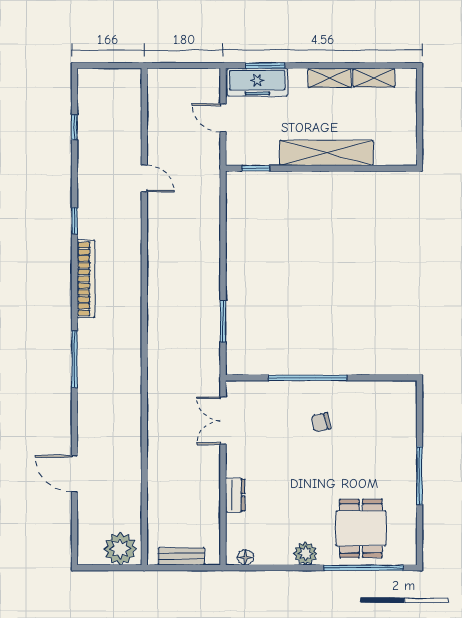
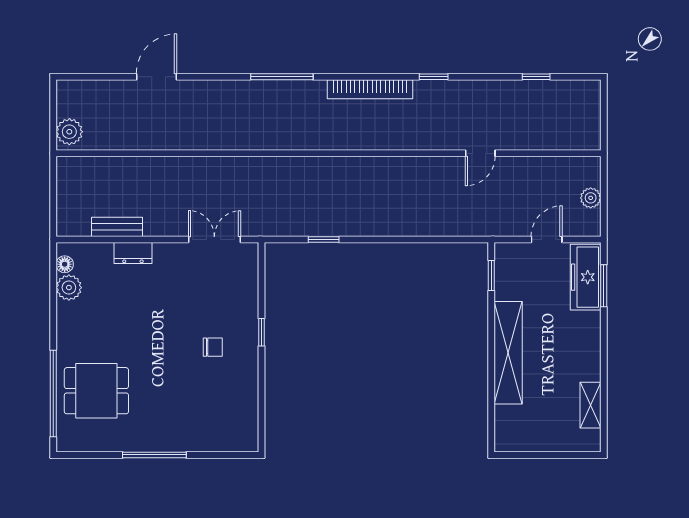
plant: (185, 78) -> (591, 198), added
shelving: (330, 78) -> (590, 356), removed
window: (223, 321) -> (324, 239), width x0.67
window: (308, 378) -> (261, 332), width x0.32
chair: (321, 422) -> (213, 347), turned 102
plant: (120, 549) -> (69, 132), width x0.73, depth x0.73
plant: (305, 554) -> (69, 288), moved
bench: (181, 556) -> (117, 227), moved, turned 90

